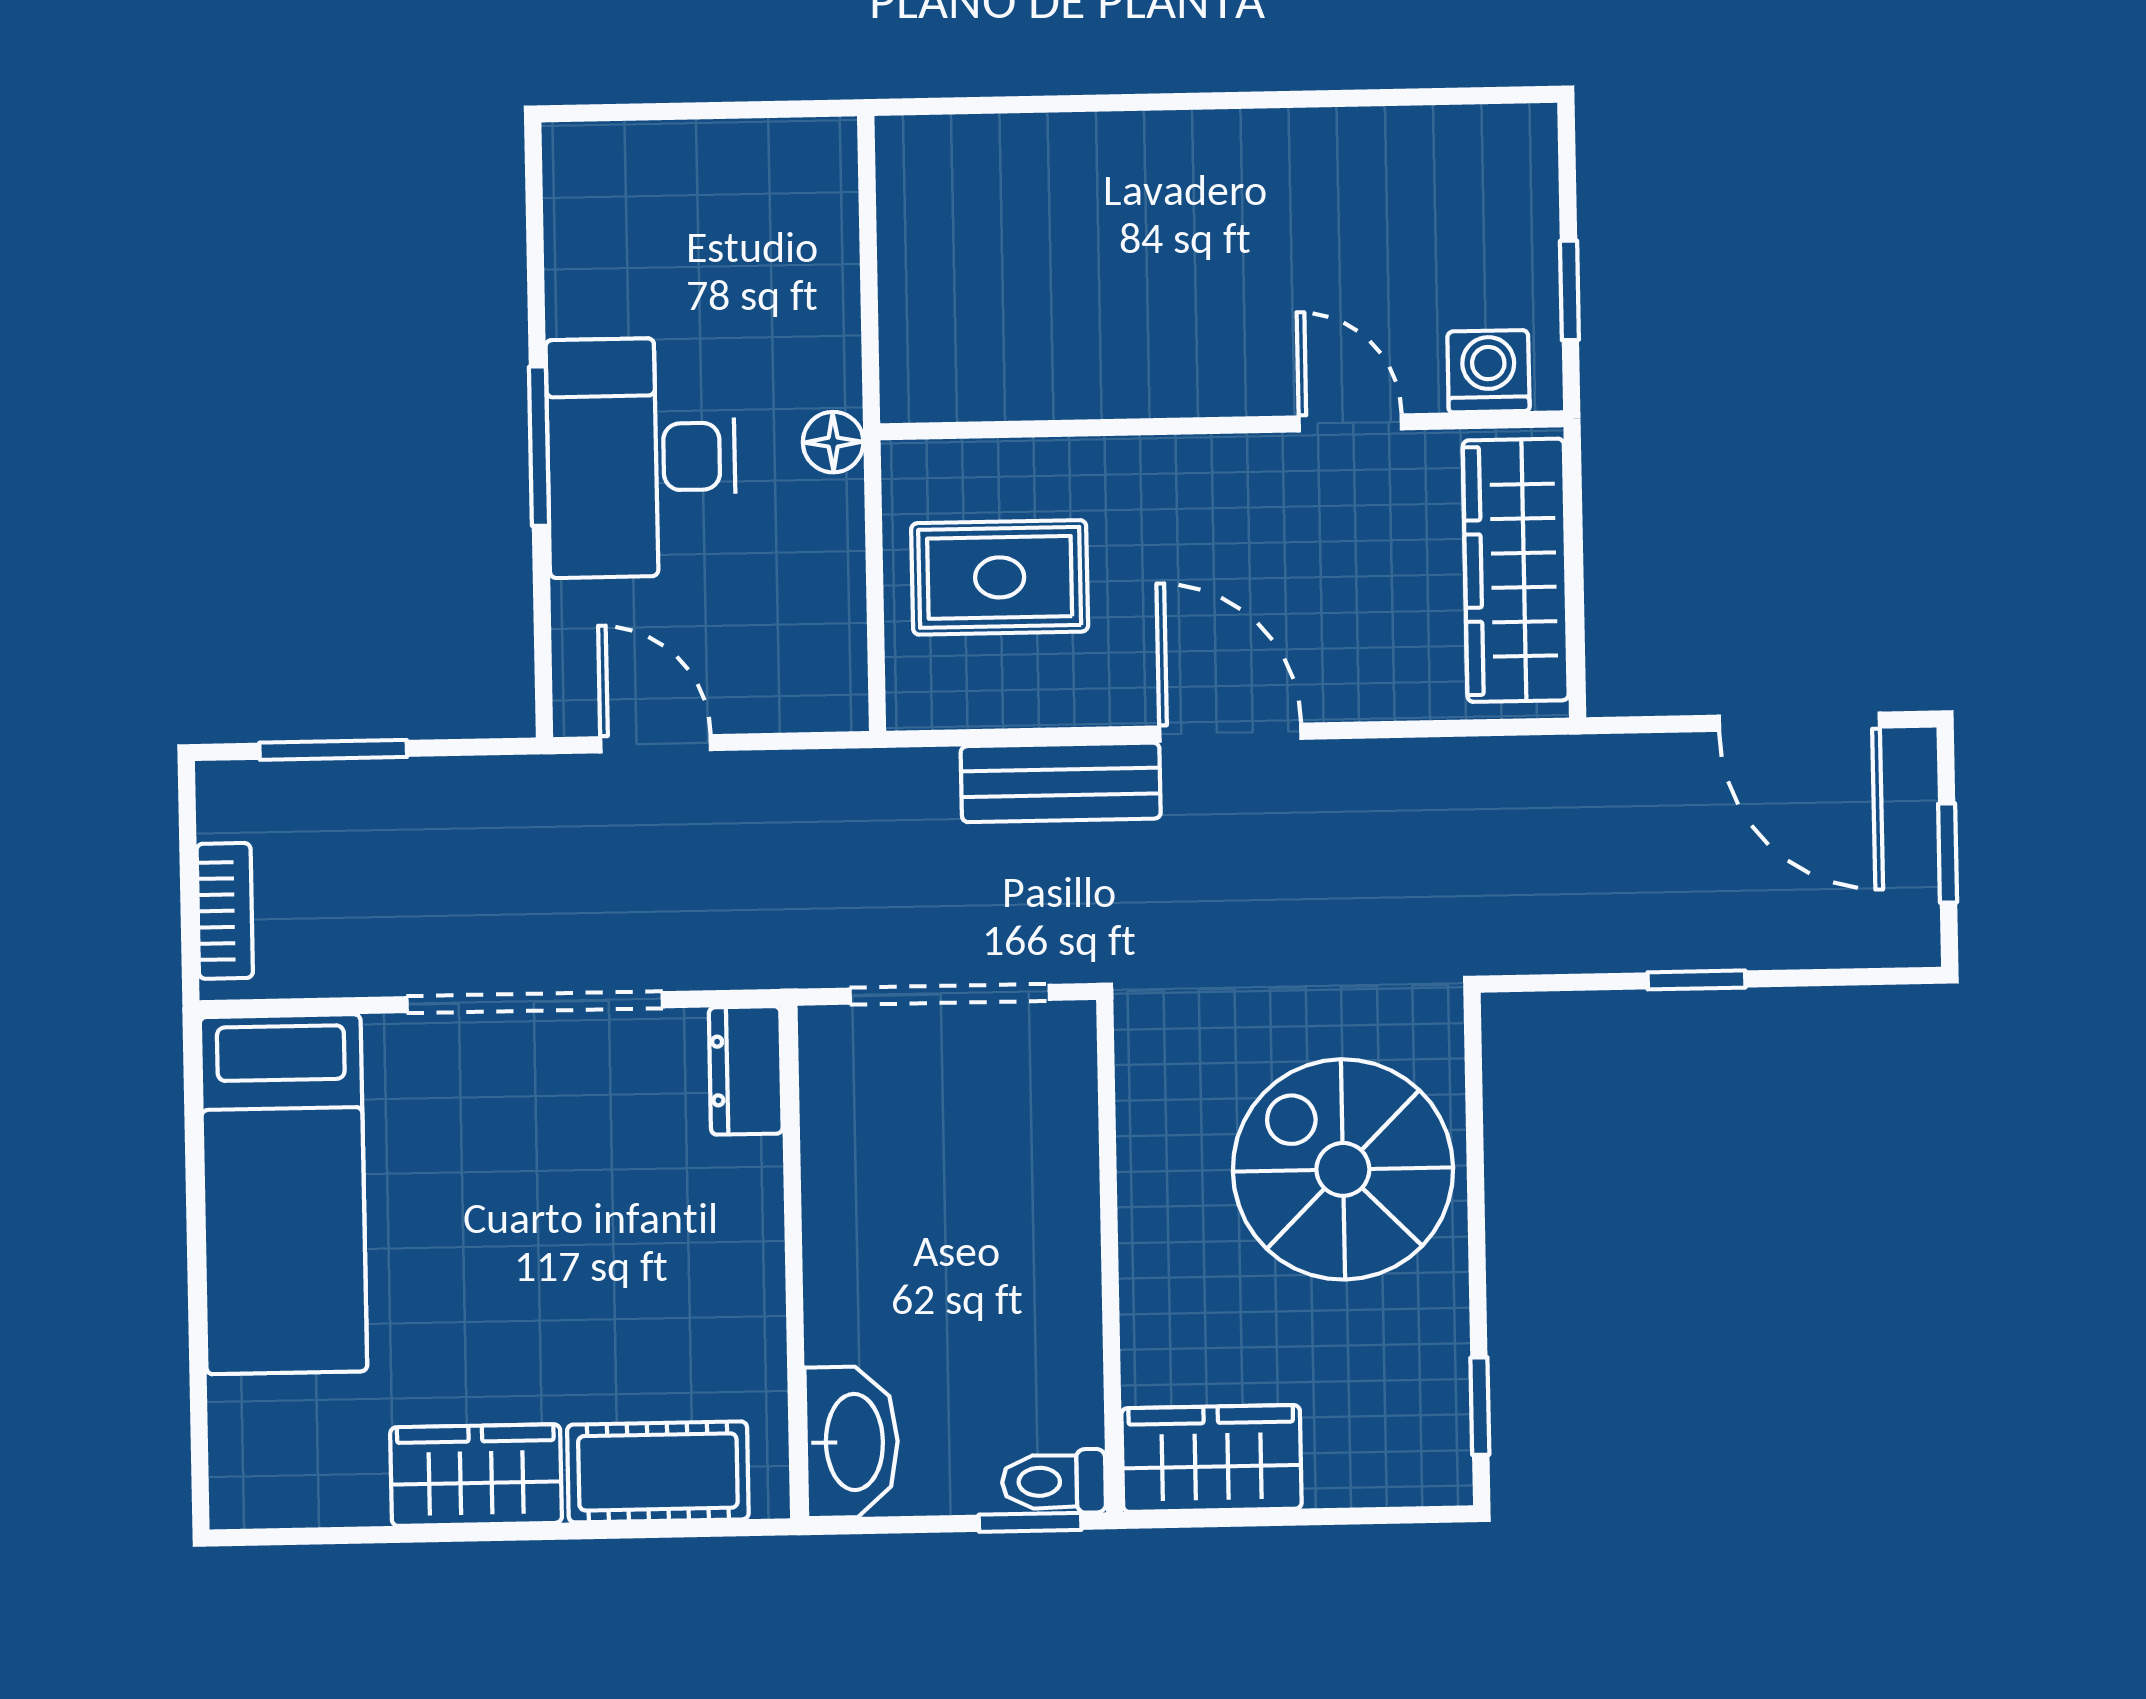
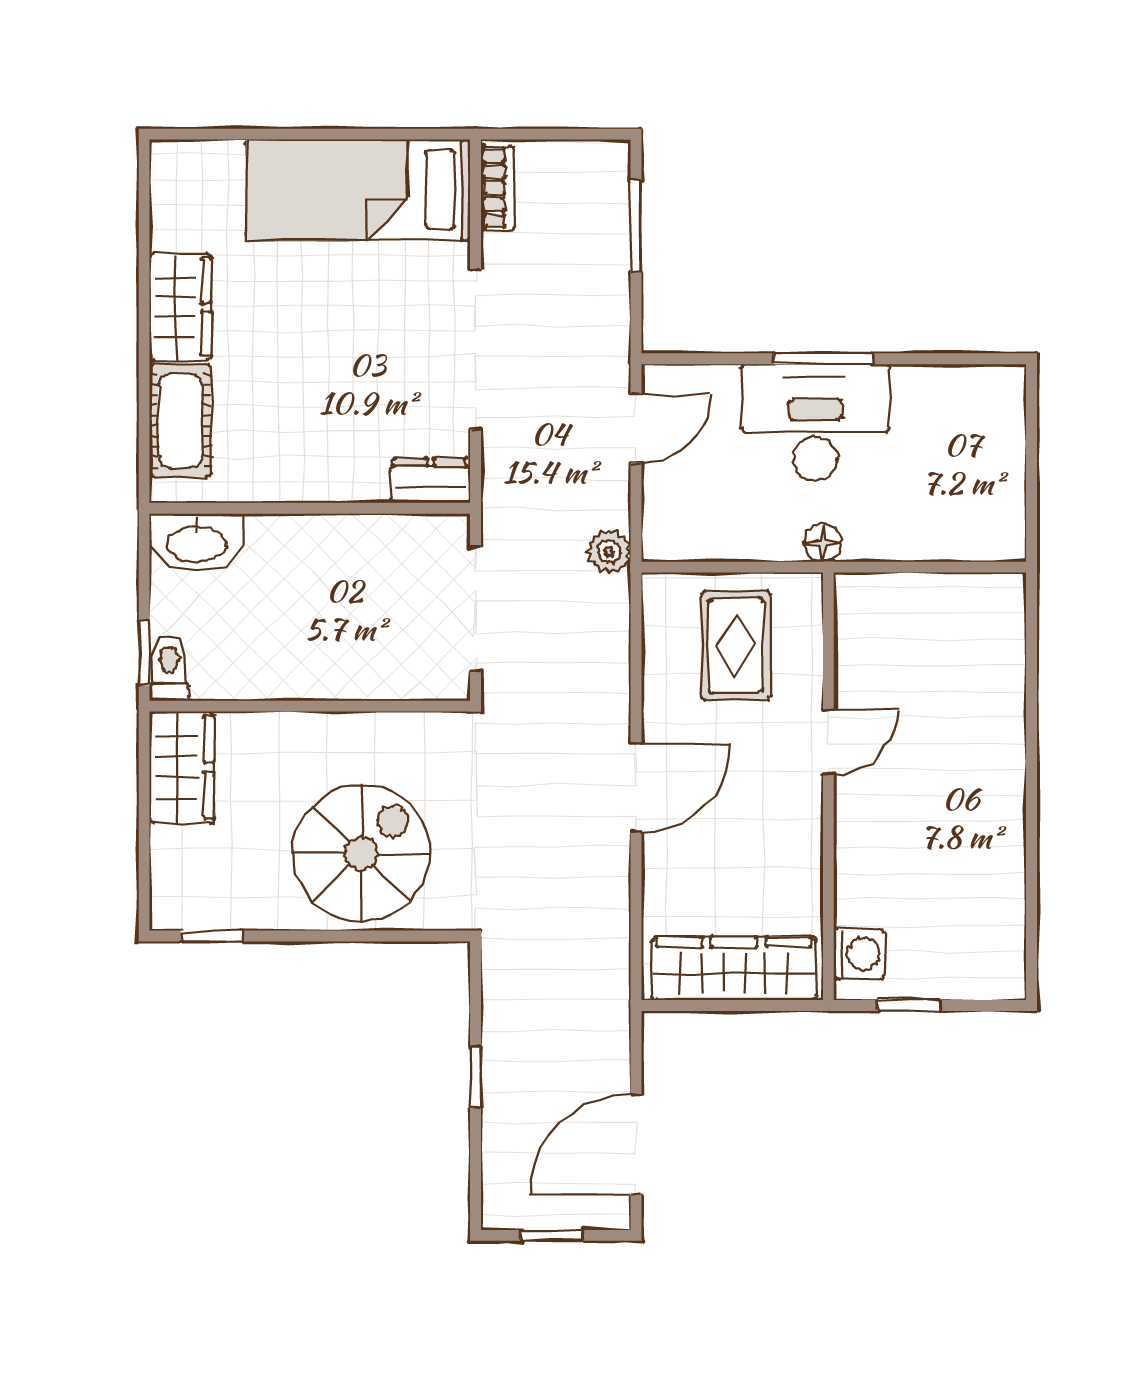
door: (1350, 423) -> (828, 742), moved
bench: (1061, 782) -> (607, 681), removed
plant: (853, 783) -> (609, 551), added
bookcase: (225, 911) -> (498, 188), moved, turned -90

